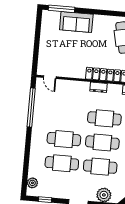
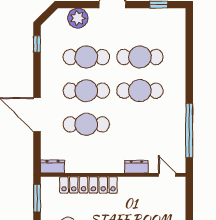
dresser: (99, 87) -> (136, 167), moved
plant: (32, 183) -> (178, 26), removed

